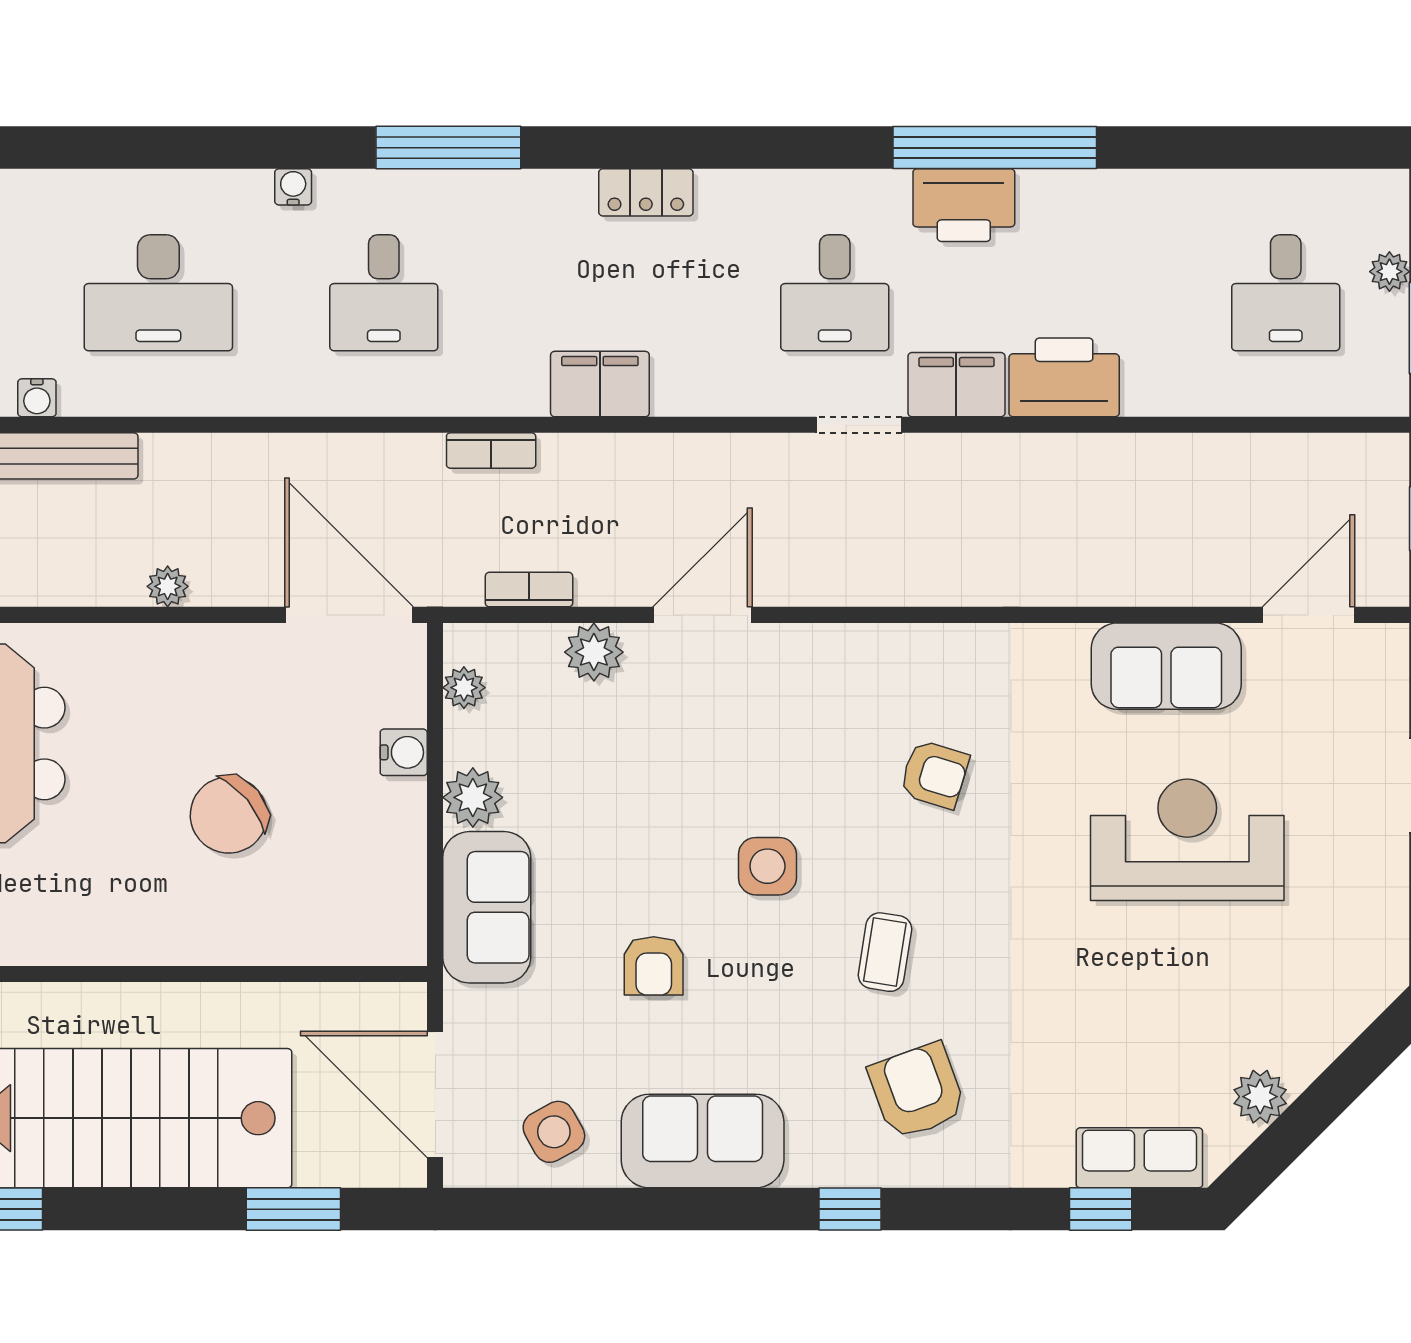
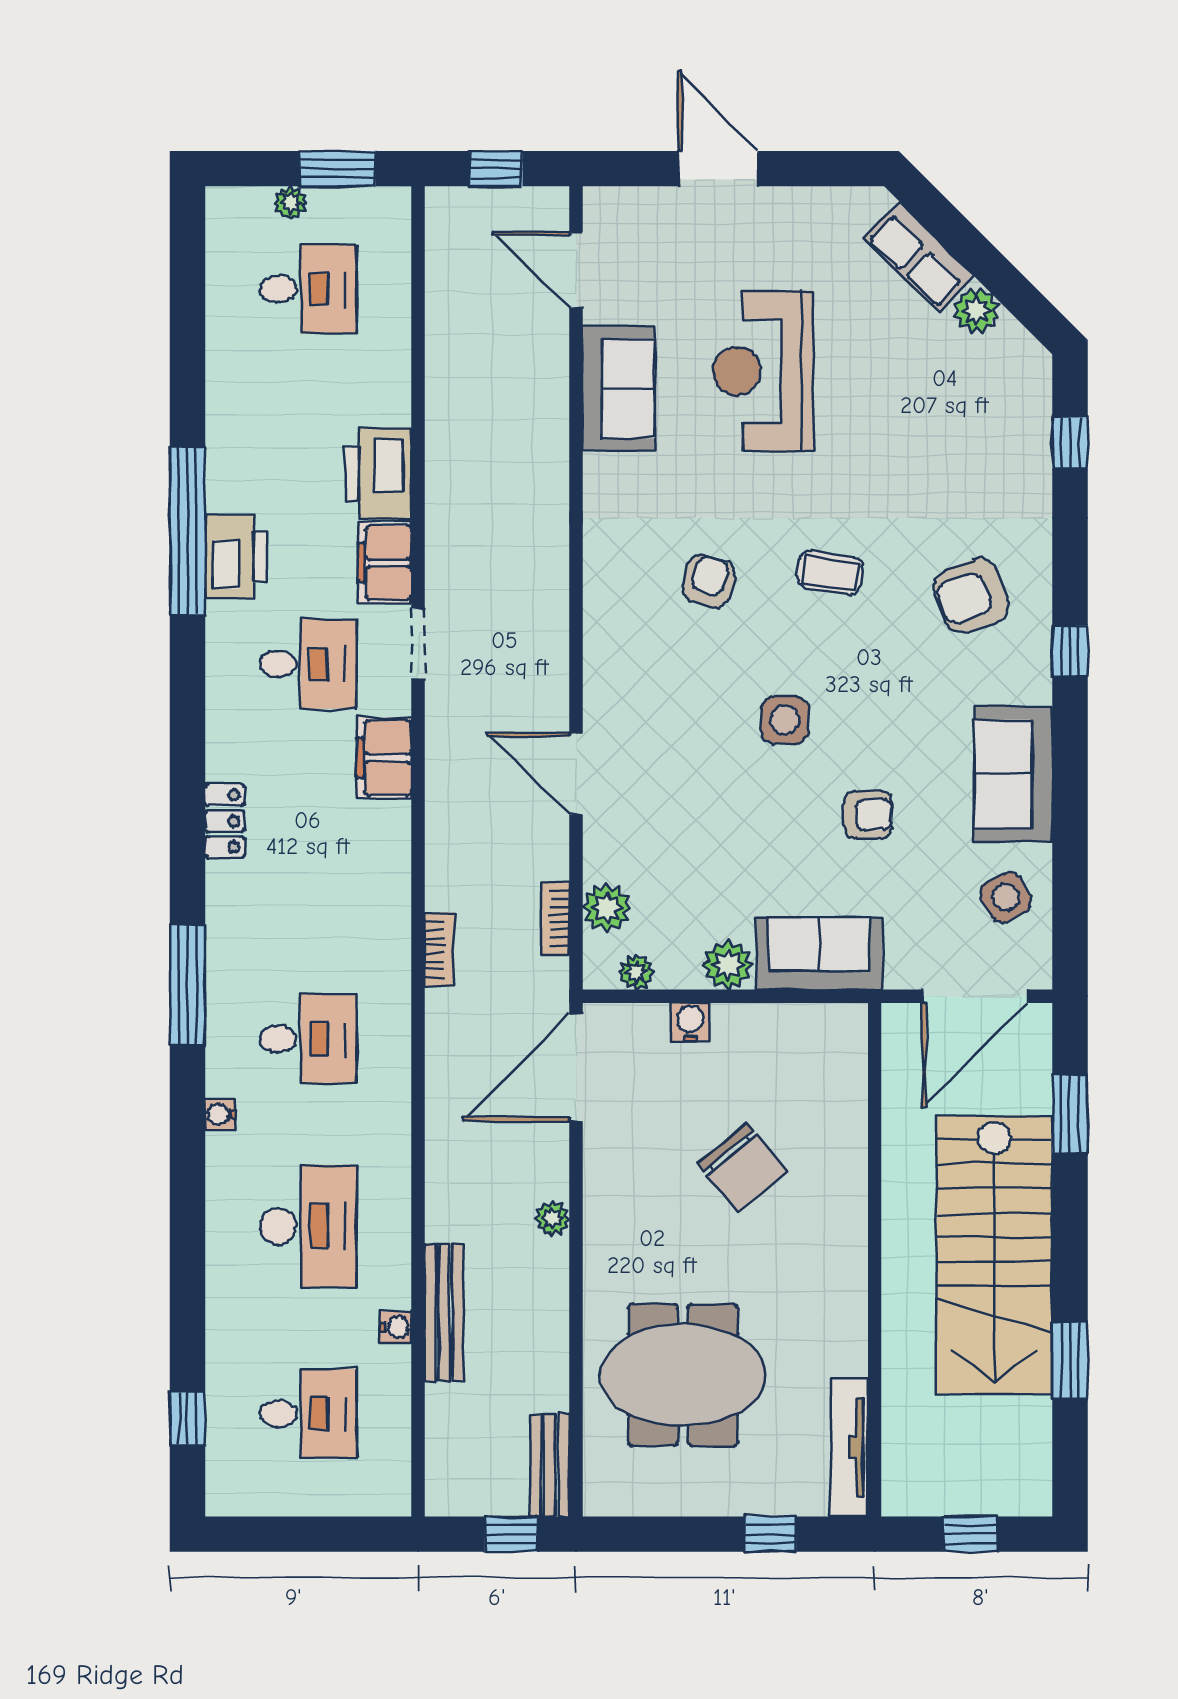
filing cabinet: (600, 384) -> (384, 758), moved
plant: (594, 652) -> (607, 908), moved
coffee table: (885, 952) -> (830, 573), moved
row of seats: (1139, 1158) -> (919, 257), moved, turned -45

